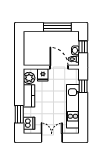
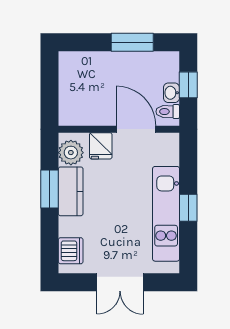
window: (57, 27) -> (132, 42), width x0.69
window: (83, 86) -> (188, 208), moved
window: (19, 114) -> (50, 189), moved
double door: (52, 138) -> (120, 282), swing flipped

